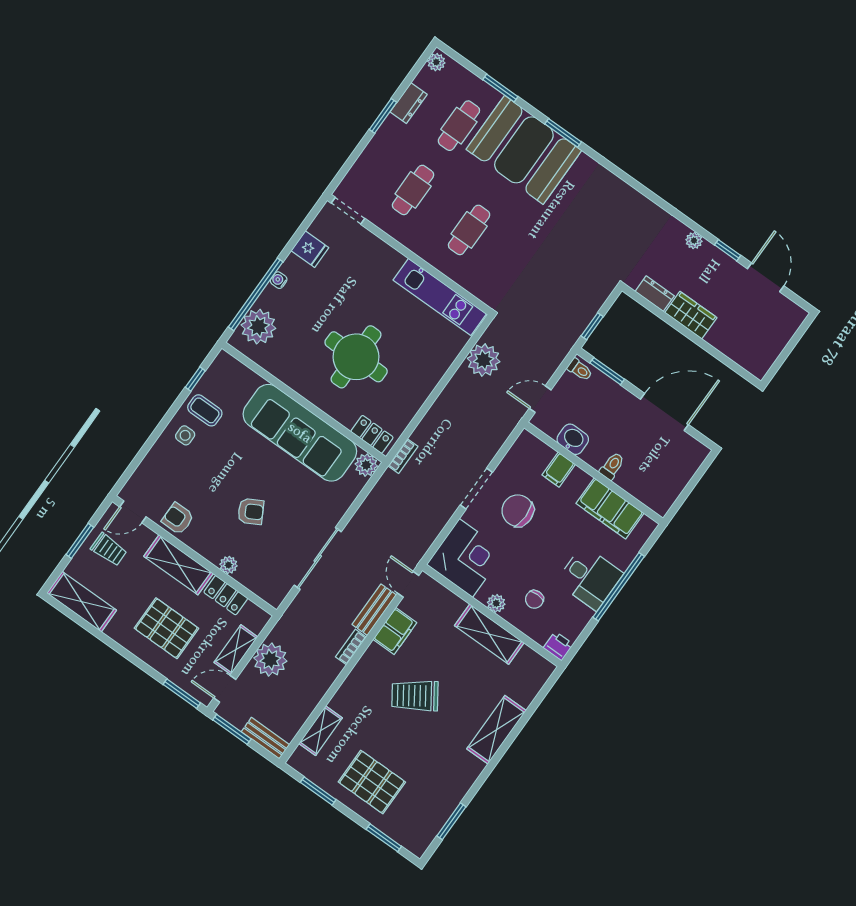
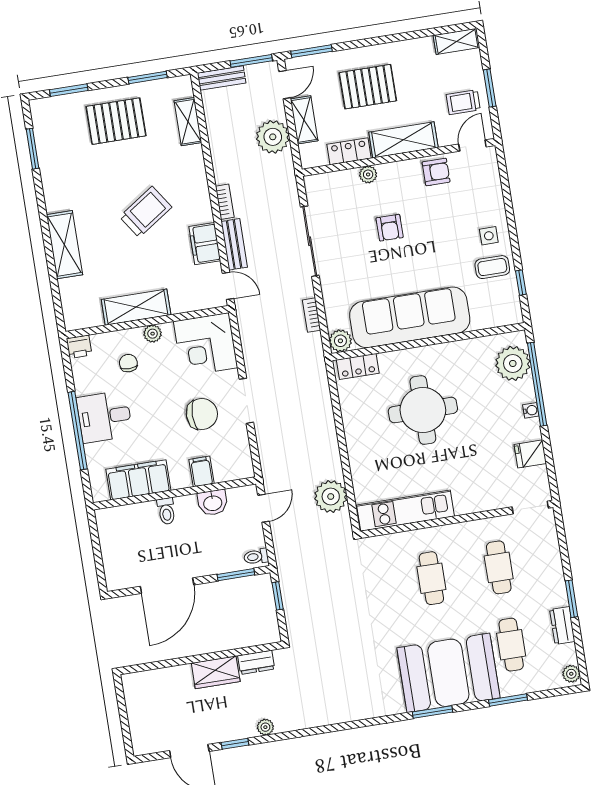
bookcase: (403, 456) -> (311, 315), moved
armchair: (251, 511) -> (390, 228), turned -61
shelving: (82, 602) -> (457, 41), width x0.67, depth x0.75

